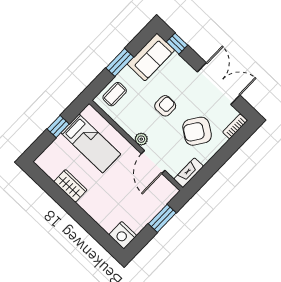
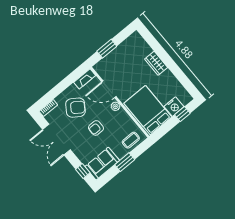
window: (58, 126) -> (182, 114), moved
bed: (91, 143) -> (148, 110), width x1.50
door: (153, 162) -> (109, 89), swing flipped
wardrobe: (70, 186) -> (156, 63), moved
nightstand: (123, 235) -> (174, 107), moved, turned 90

